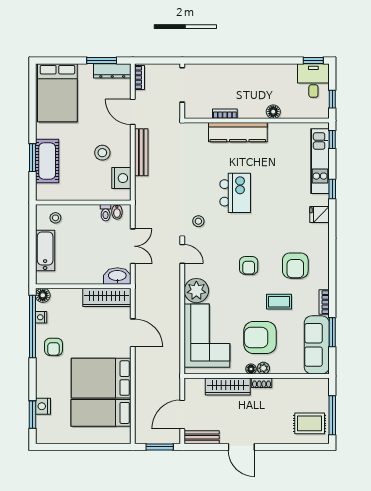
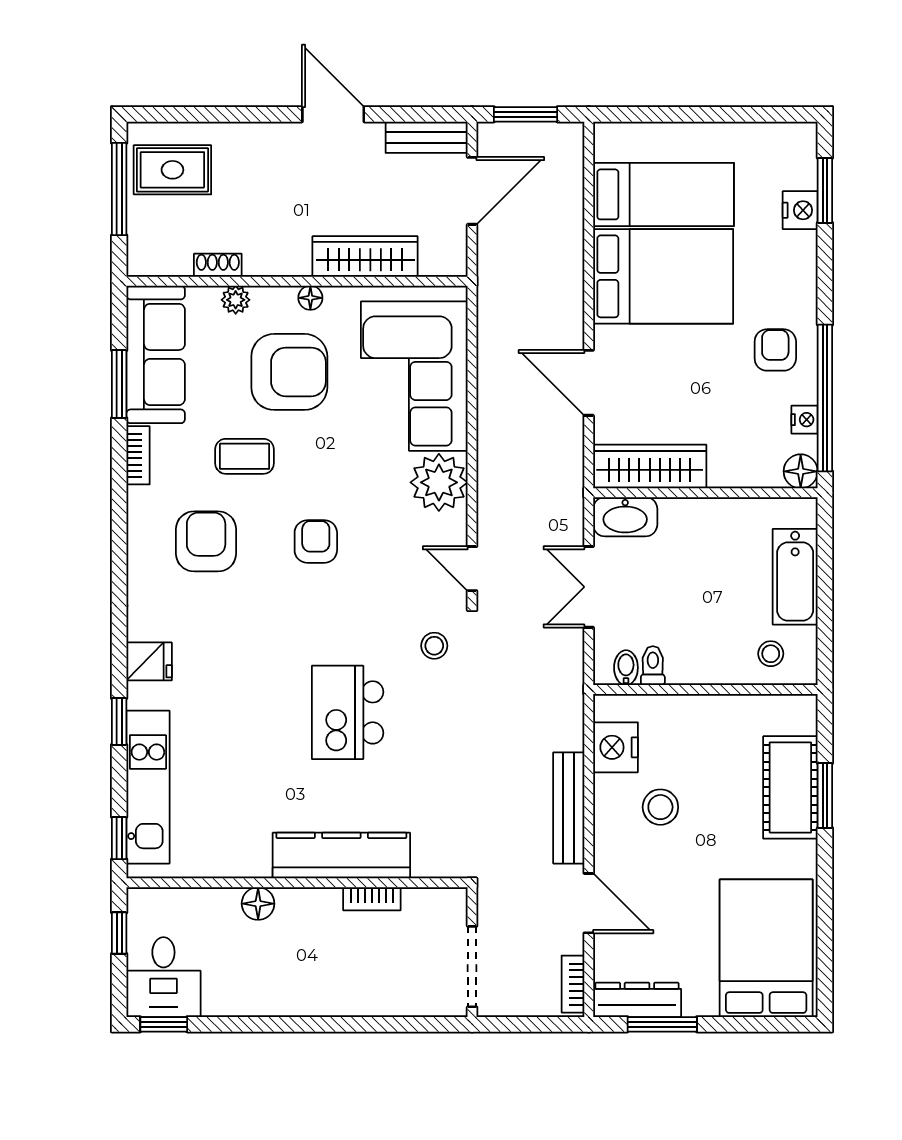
plant: (263, 368) -> (236, 300), moved
shoe rack: (262, 383) -> (218, 265), moved

